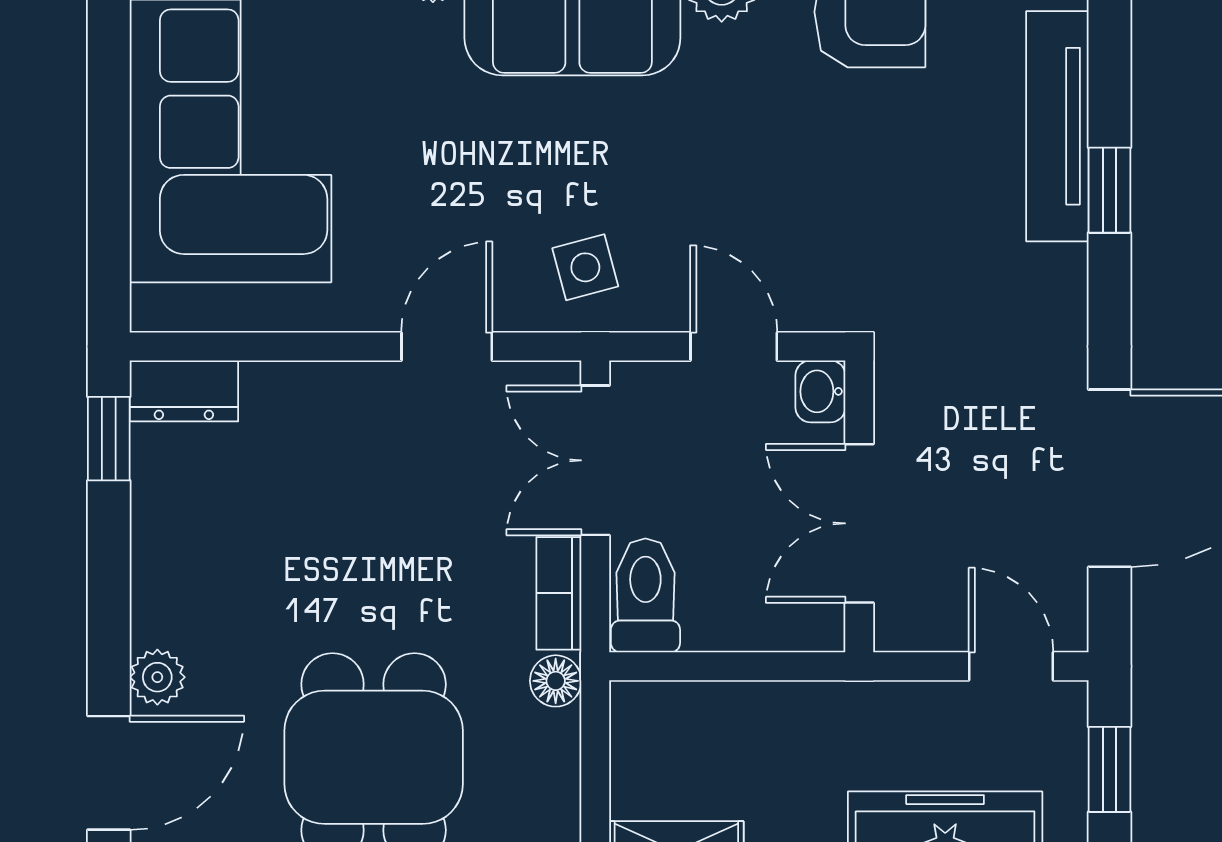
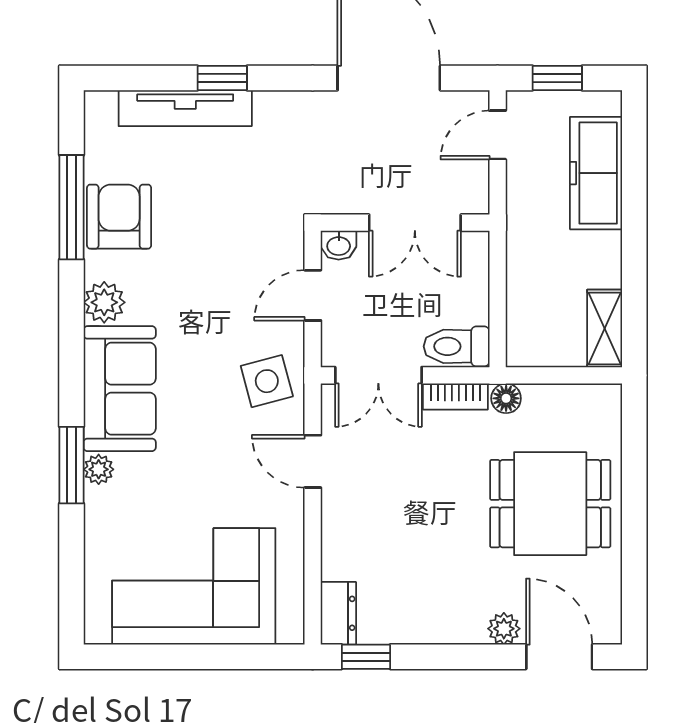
side table: (585, 267) -> (267, 381), width x1.37, depth x1.37

